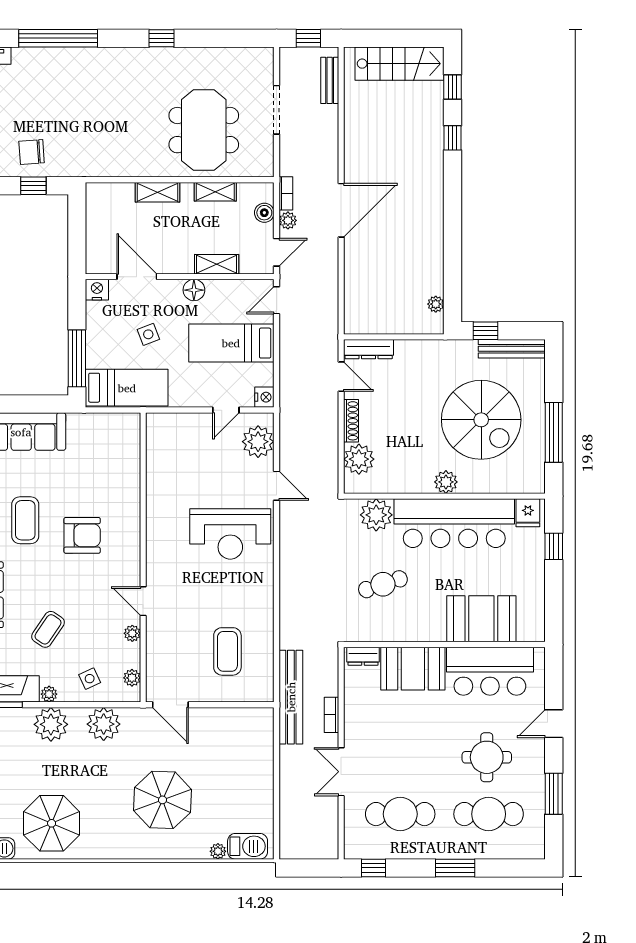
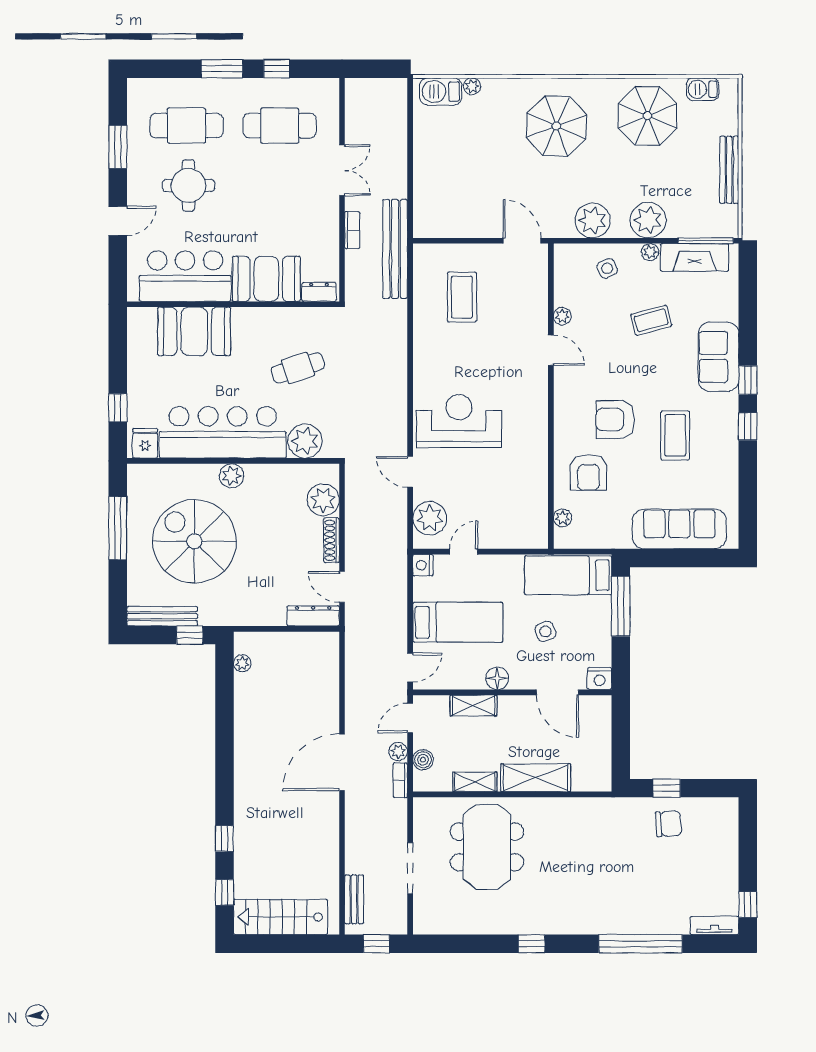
shelving: (158, 192) -> (536, 778), width x1.50, depth x1.33
armchair: (107, 485) -> (589, 472), added
coffee table: (48, 629) -> (651, 320), turned 41
plant: (132, 678) -> (563, 518), moved
parasol: (163, 800) -> (556, 126), moved
window: (374, 868) -> (277, 69), moved

